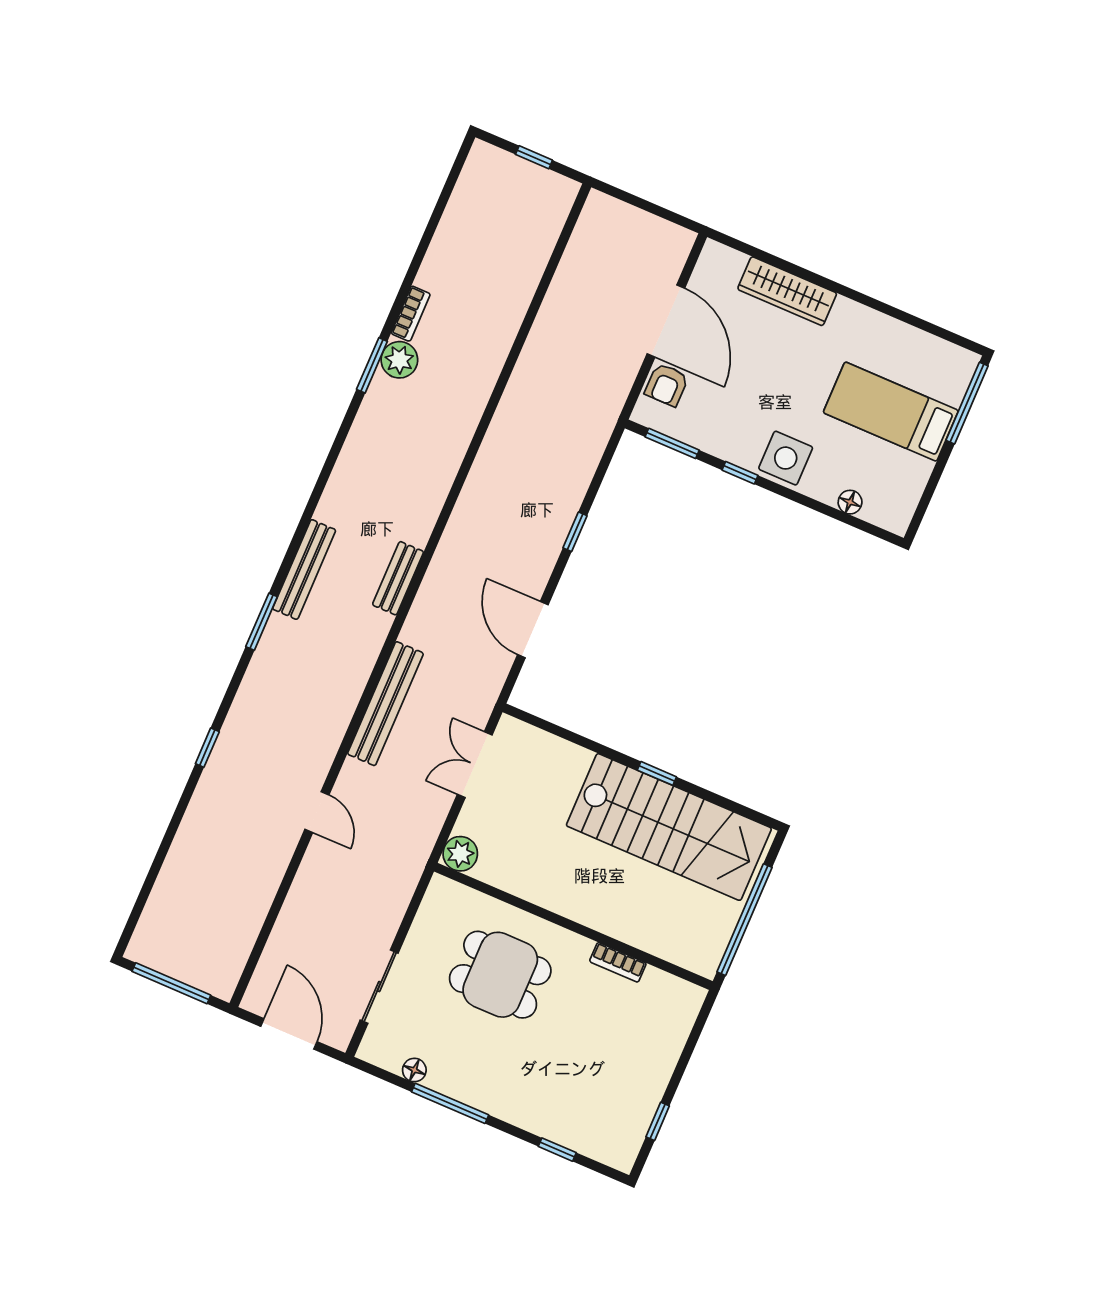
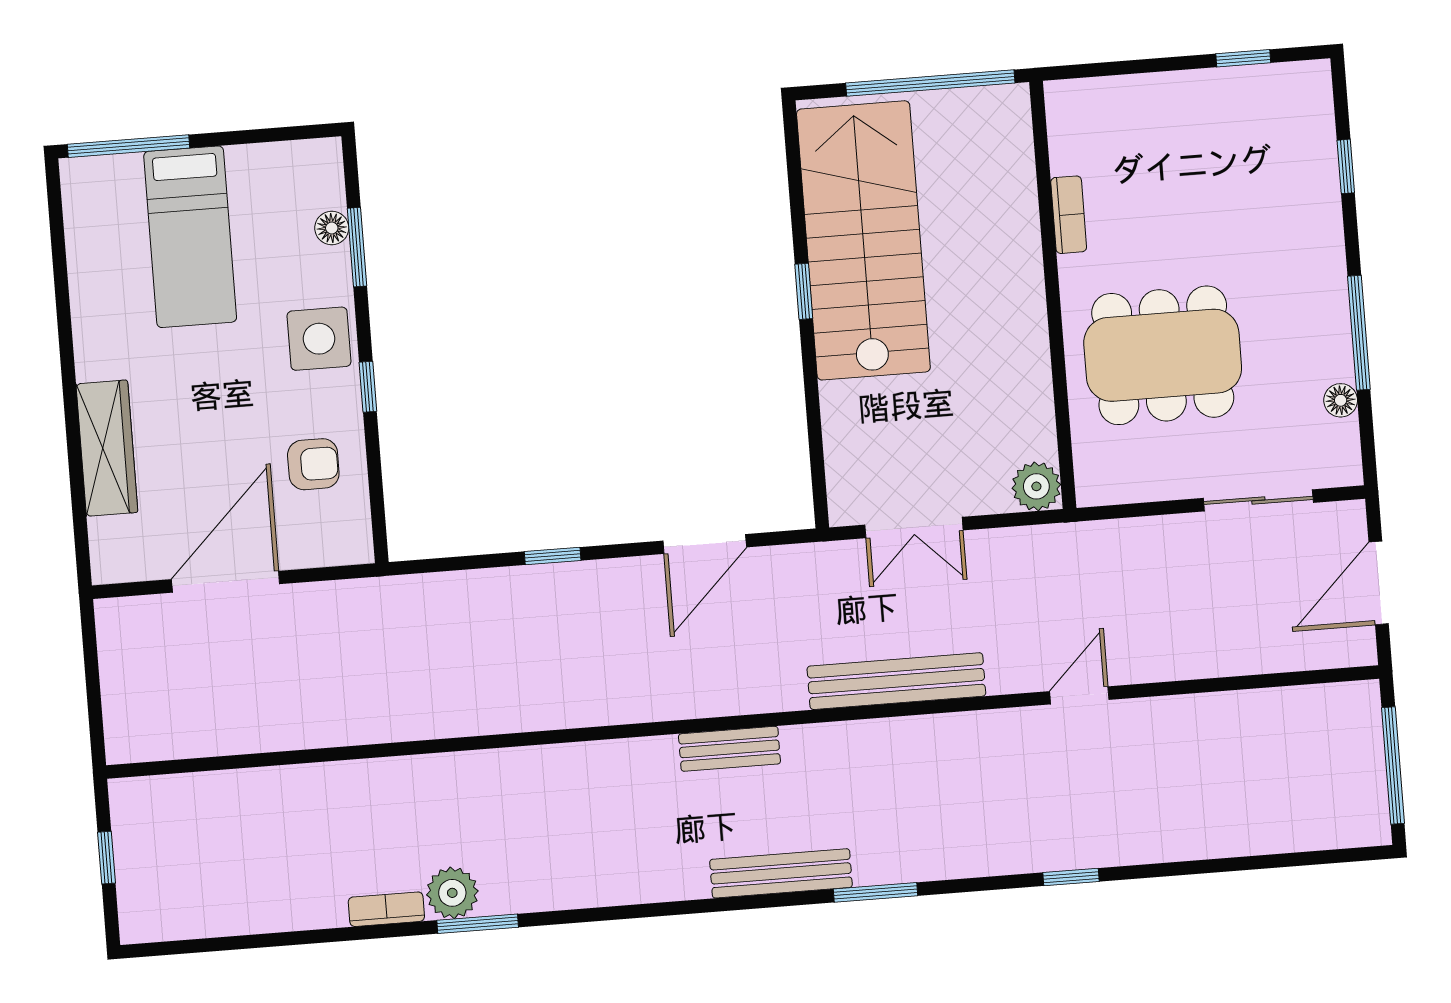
armchair: (667, 385) -> (313, 464), moved
window: (672, 443) -> (357, 247), moved
dining table: (500, 975) -> (1163, 355), width x1.37

